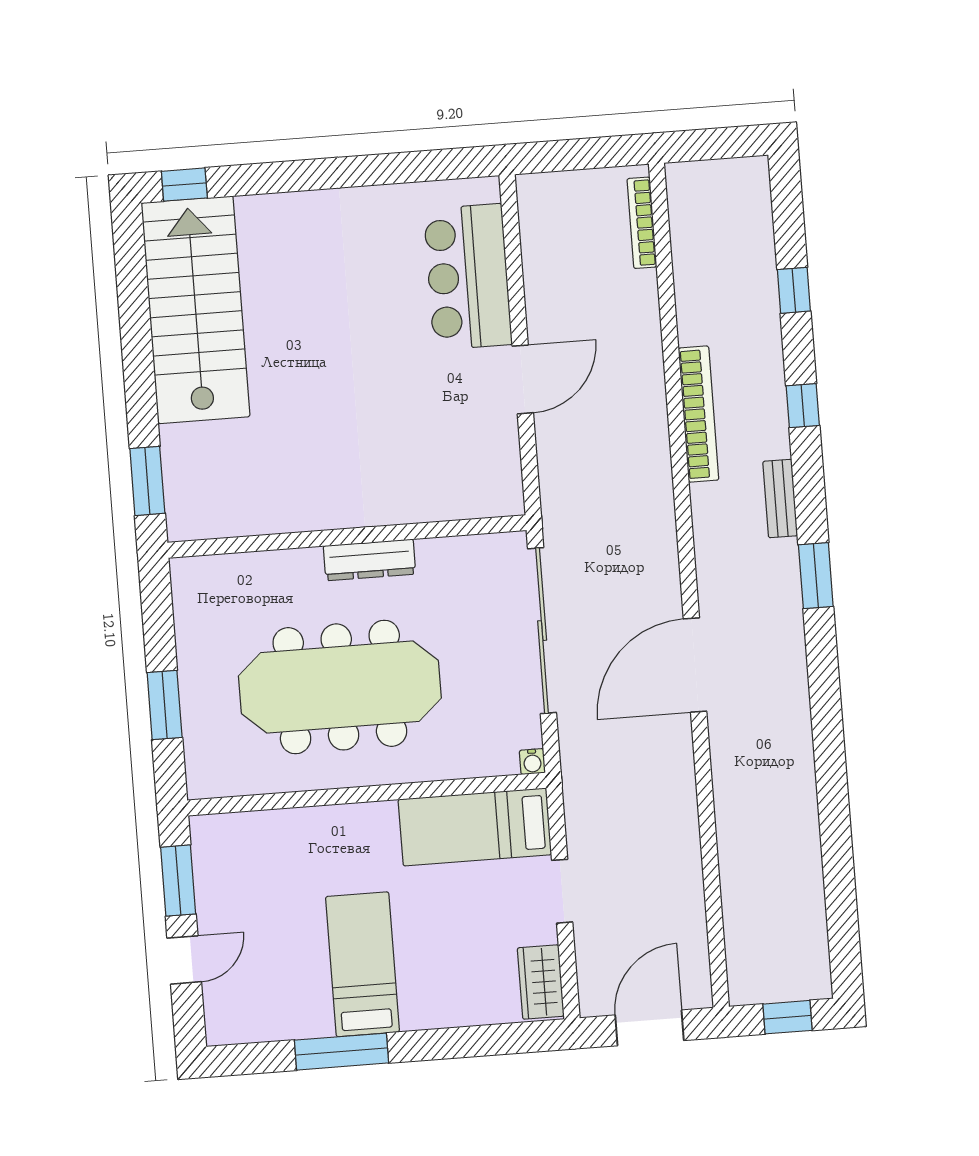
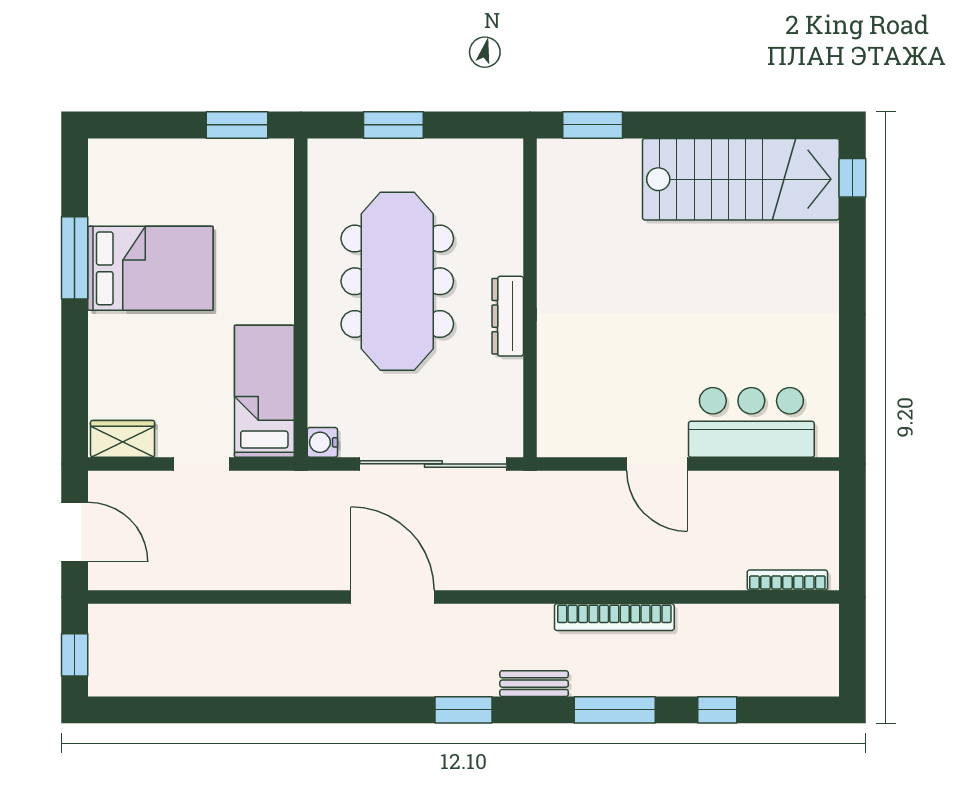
window: (803, 406) -> (615, 710), width x2.17
water cooler: (532, 762) -> (322, 442), width x1.38, depth x1.38
door: (184, 960) -> (166, 125), removed
bed: (362, 964) -> (150, 268), width x1.50

